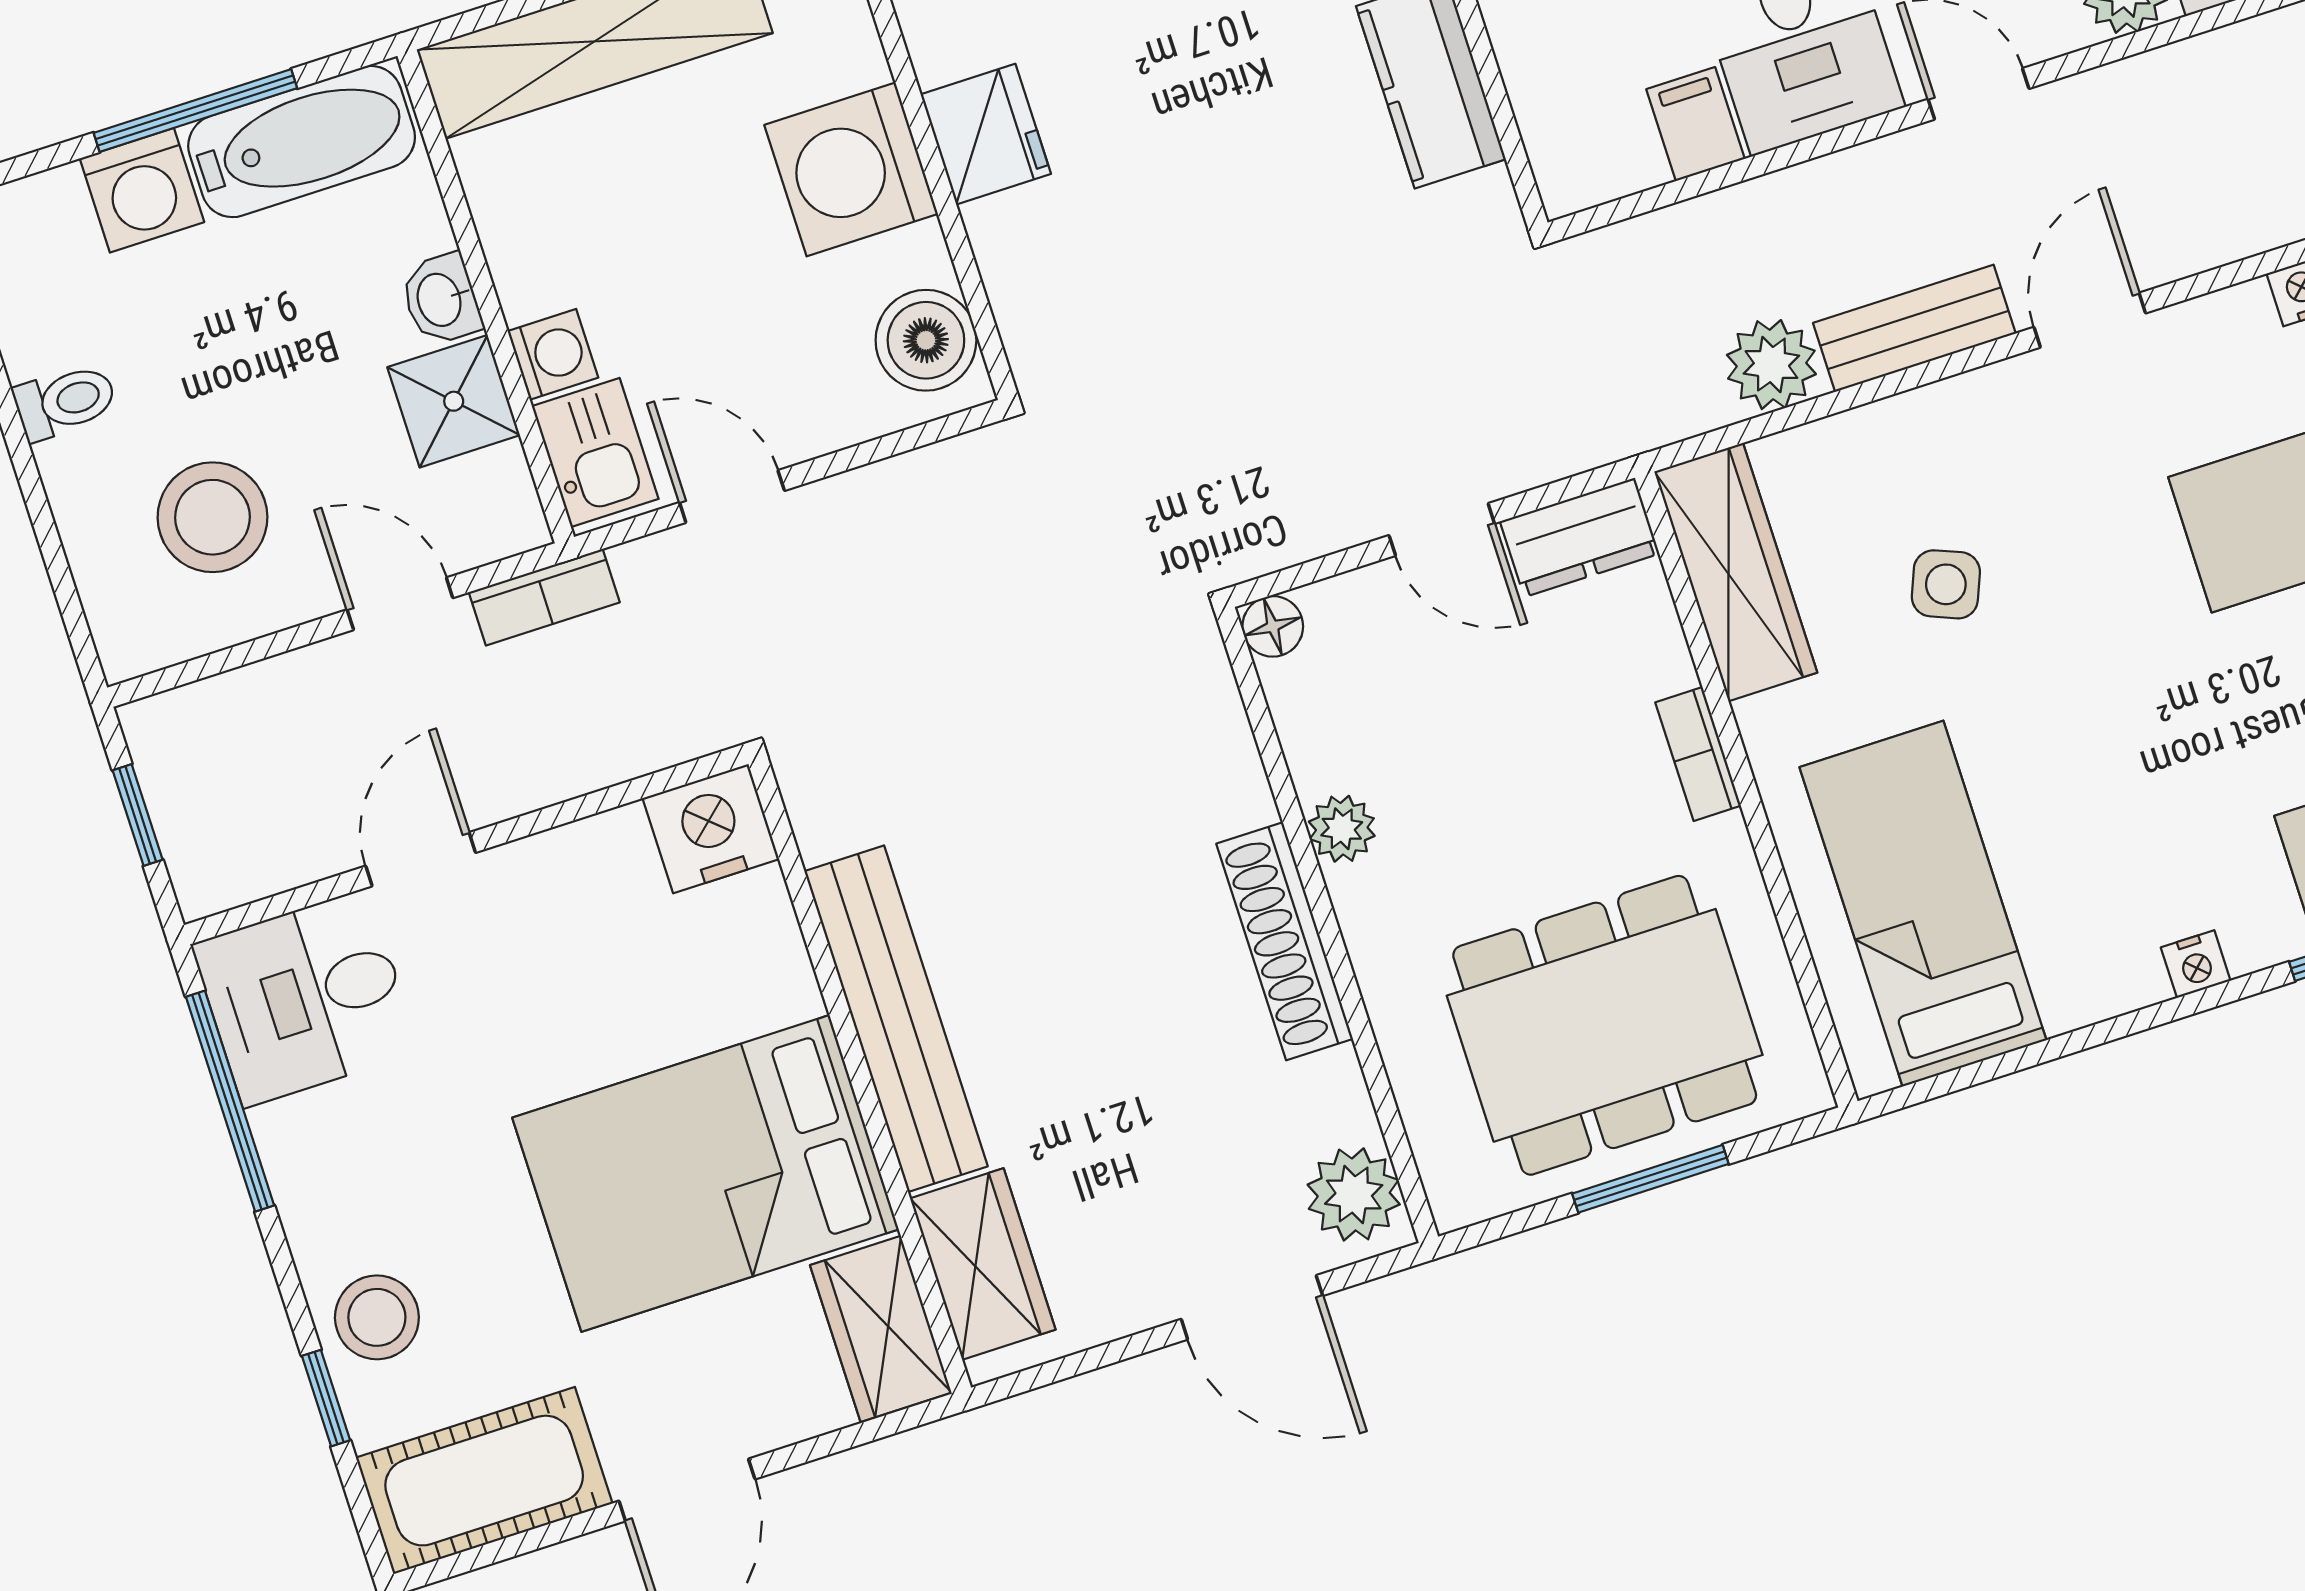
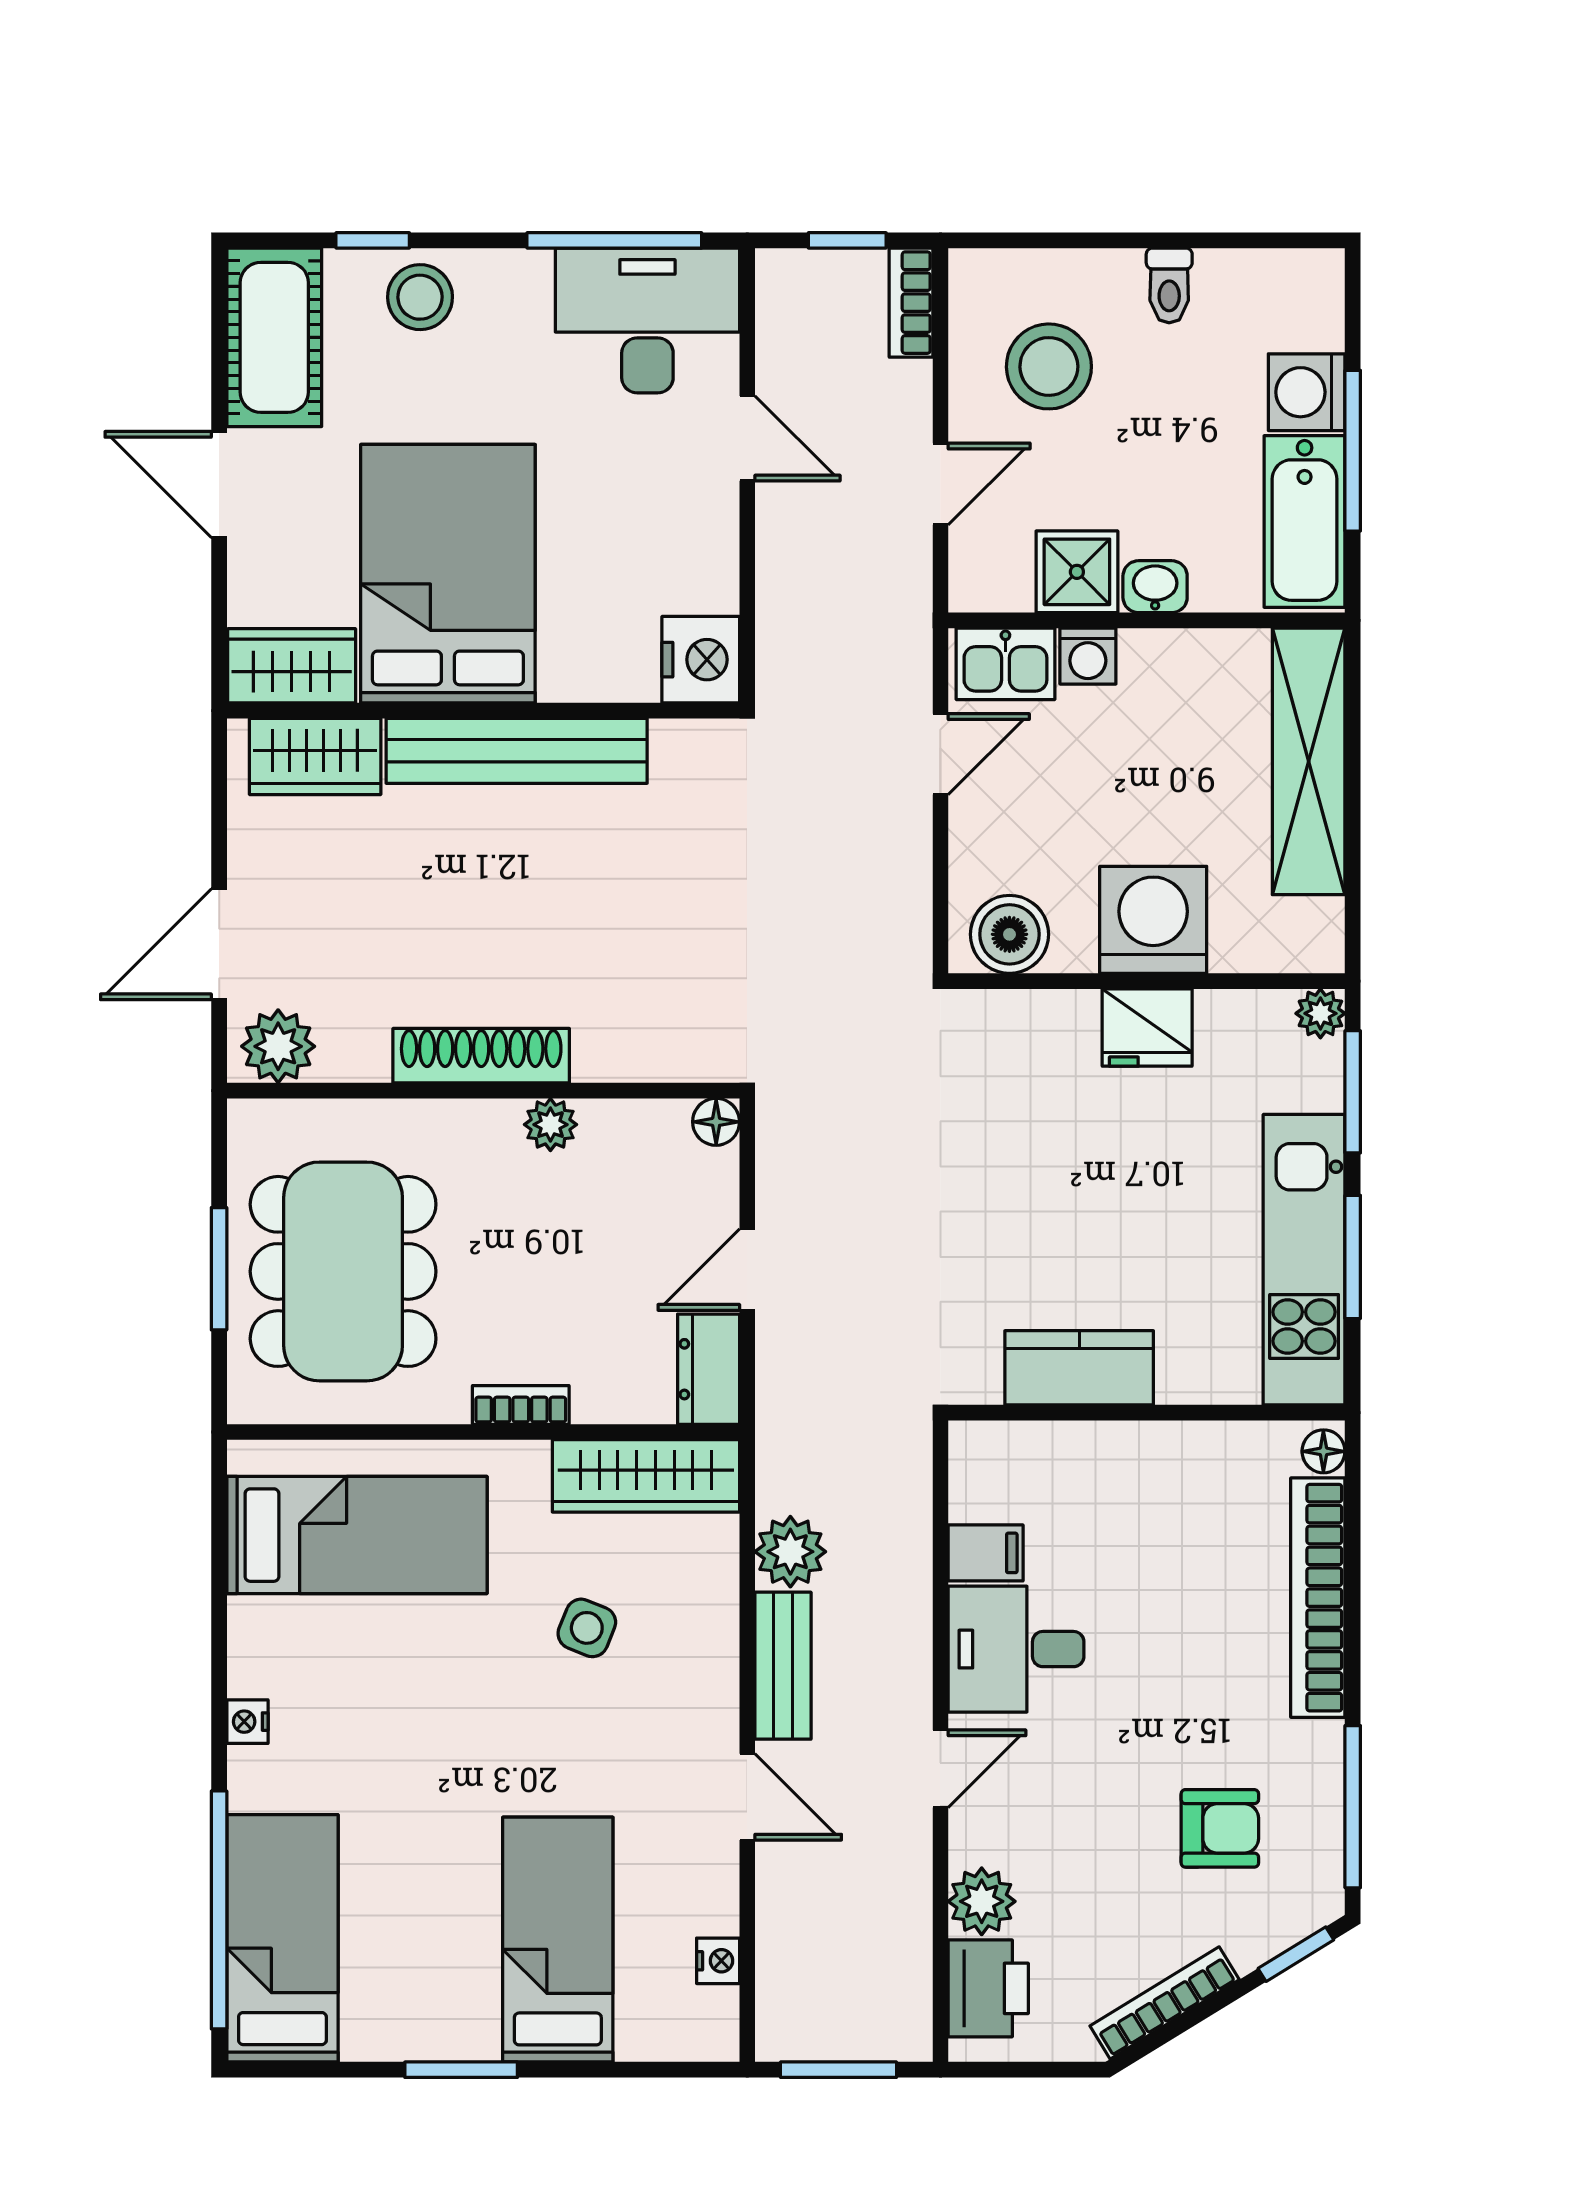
bookcase: (544, 597) -> (911, 303), moved
desk: (305, 998) -> (647, 320), width x1.37

